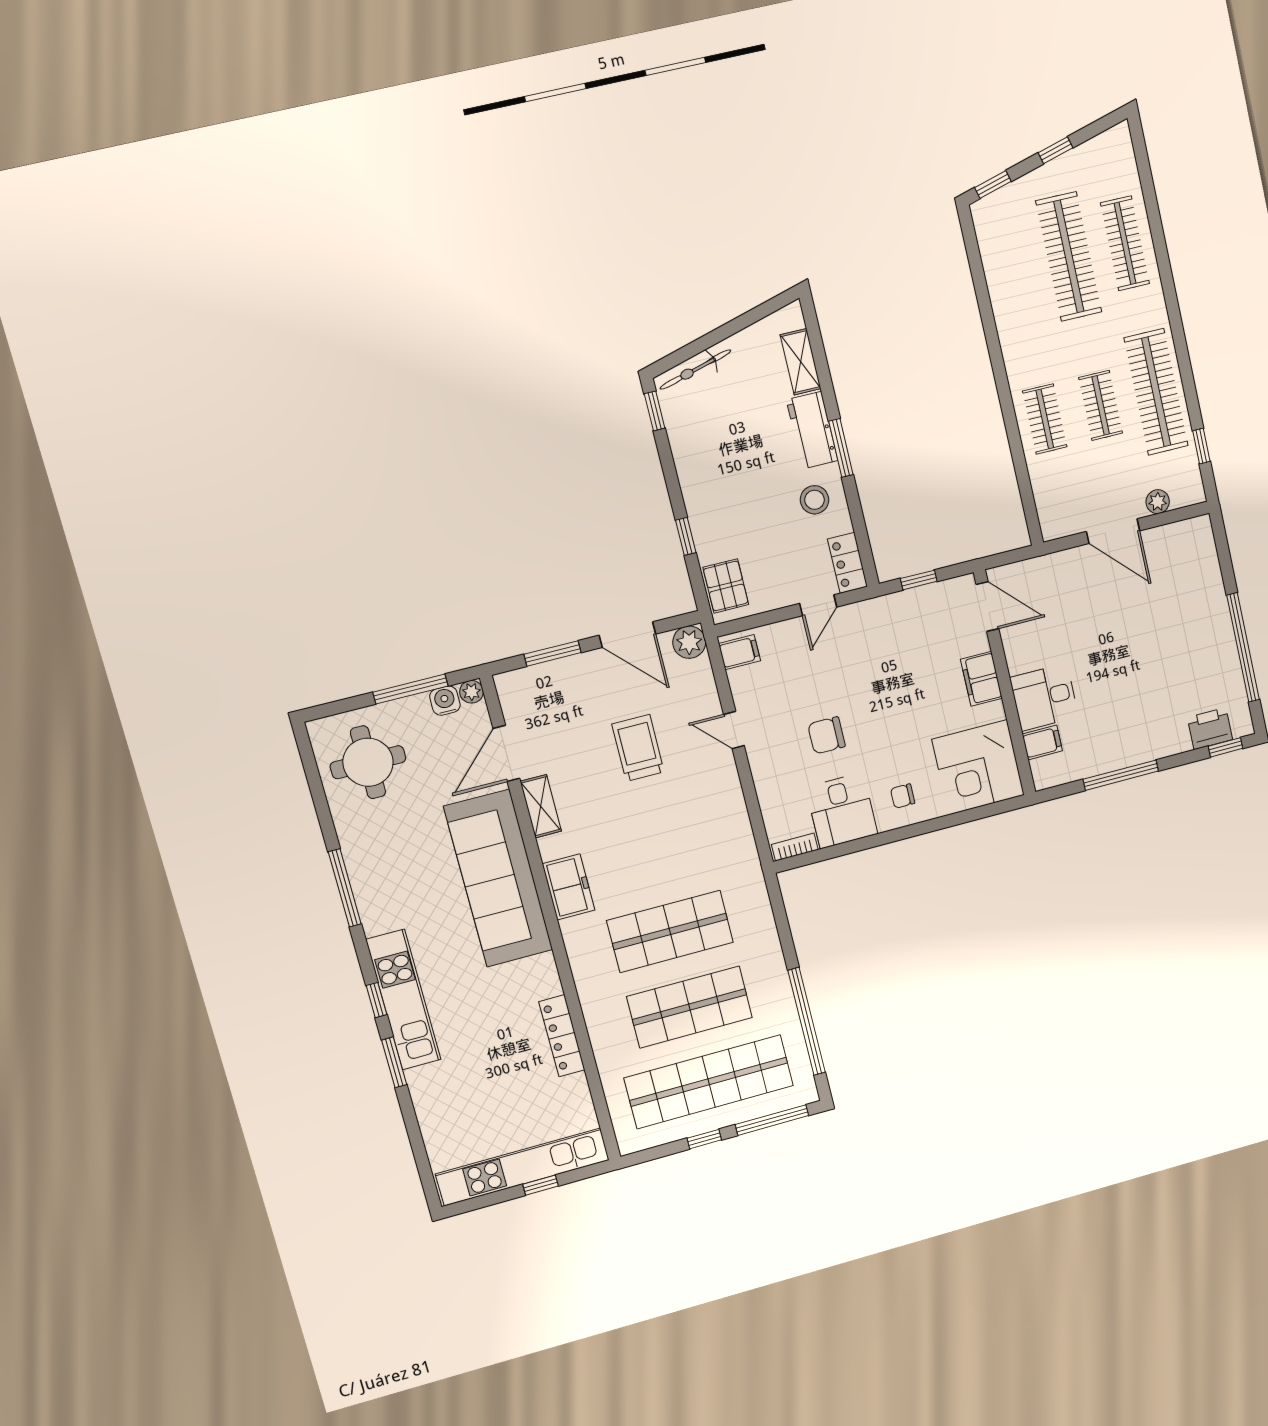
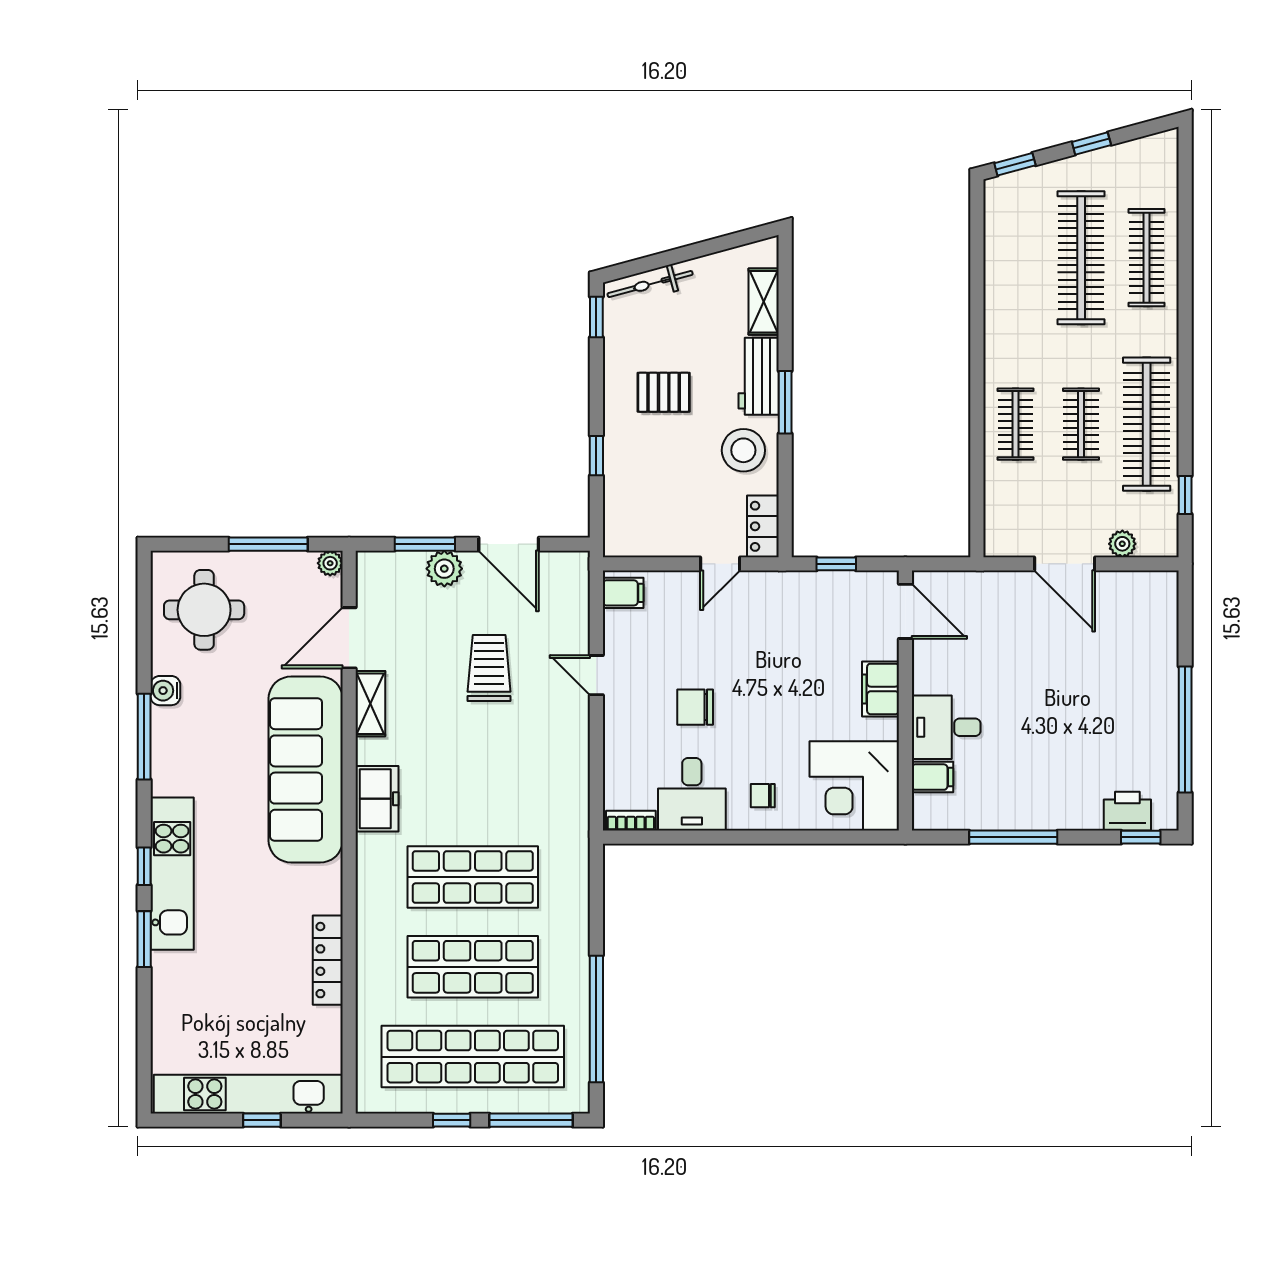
stool: (815, 500) -> (743, 450), width x1.38, depth x1.38
pallet: (726, 586) -> (664, 392), moved, turned 90
plant: (689, 642) -> (444, 569), moved
water cooler: (445, 701) -> (165, 691), moved, turned -90

